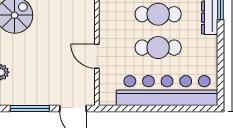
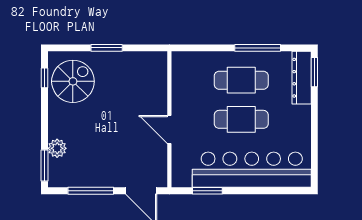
window: (129, 109) -> (207, 191), added

